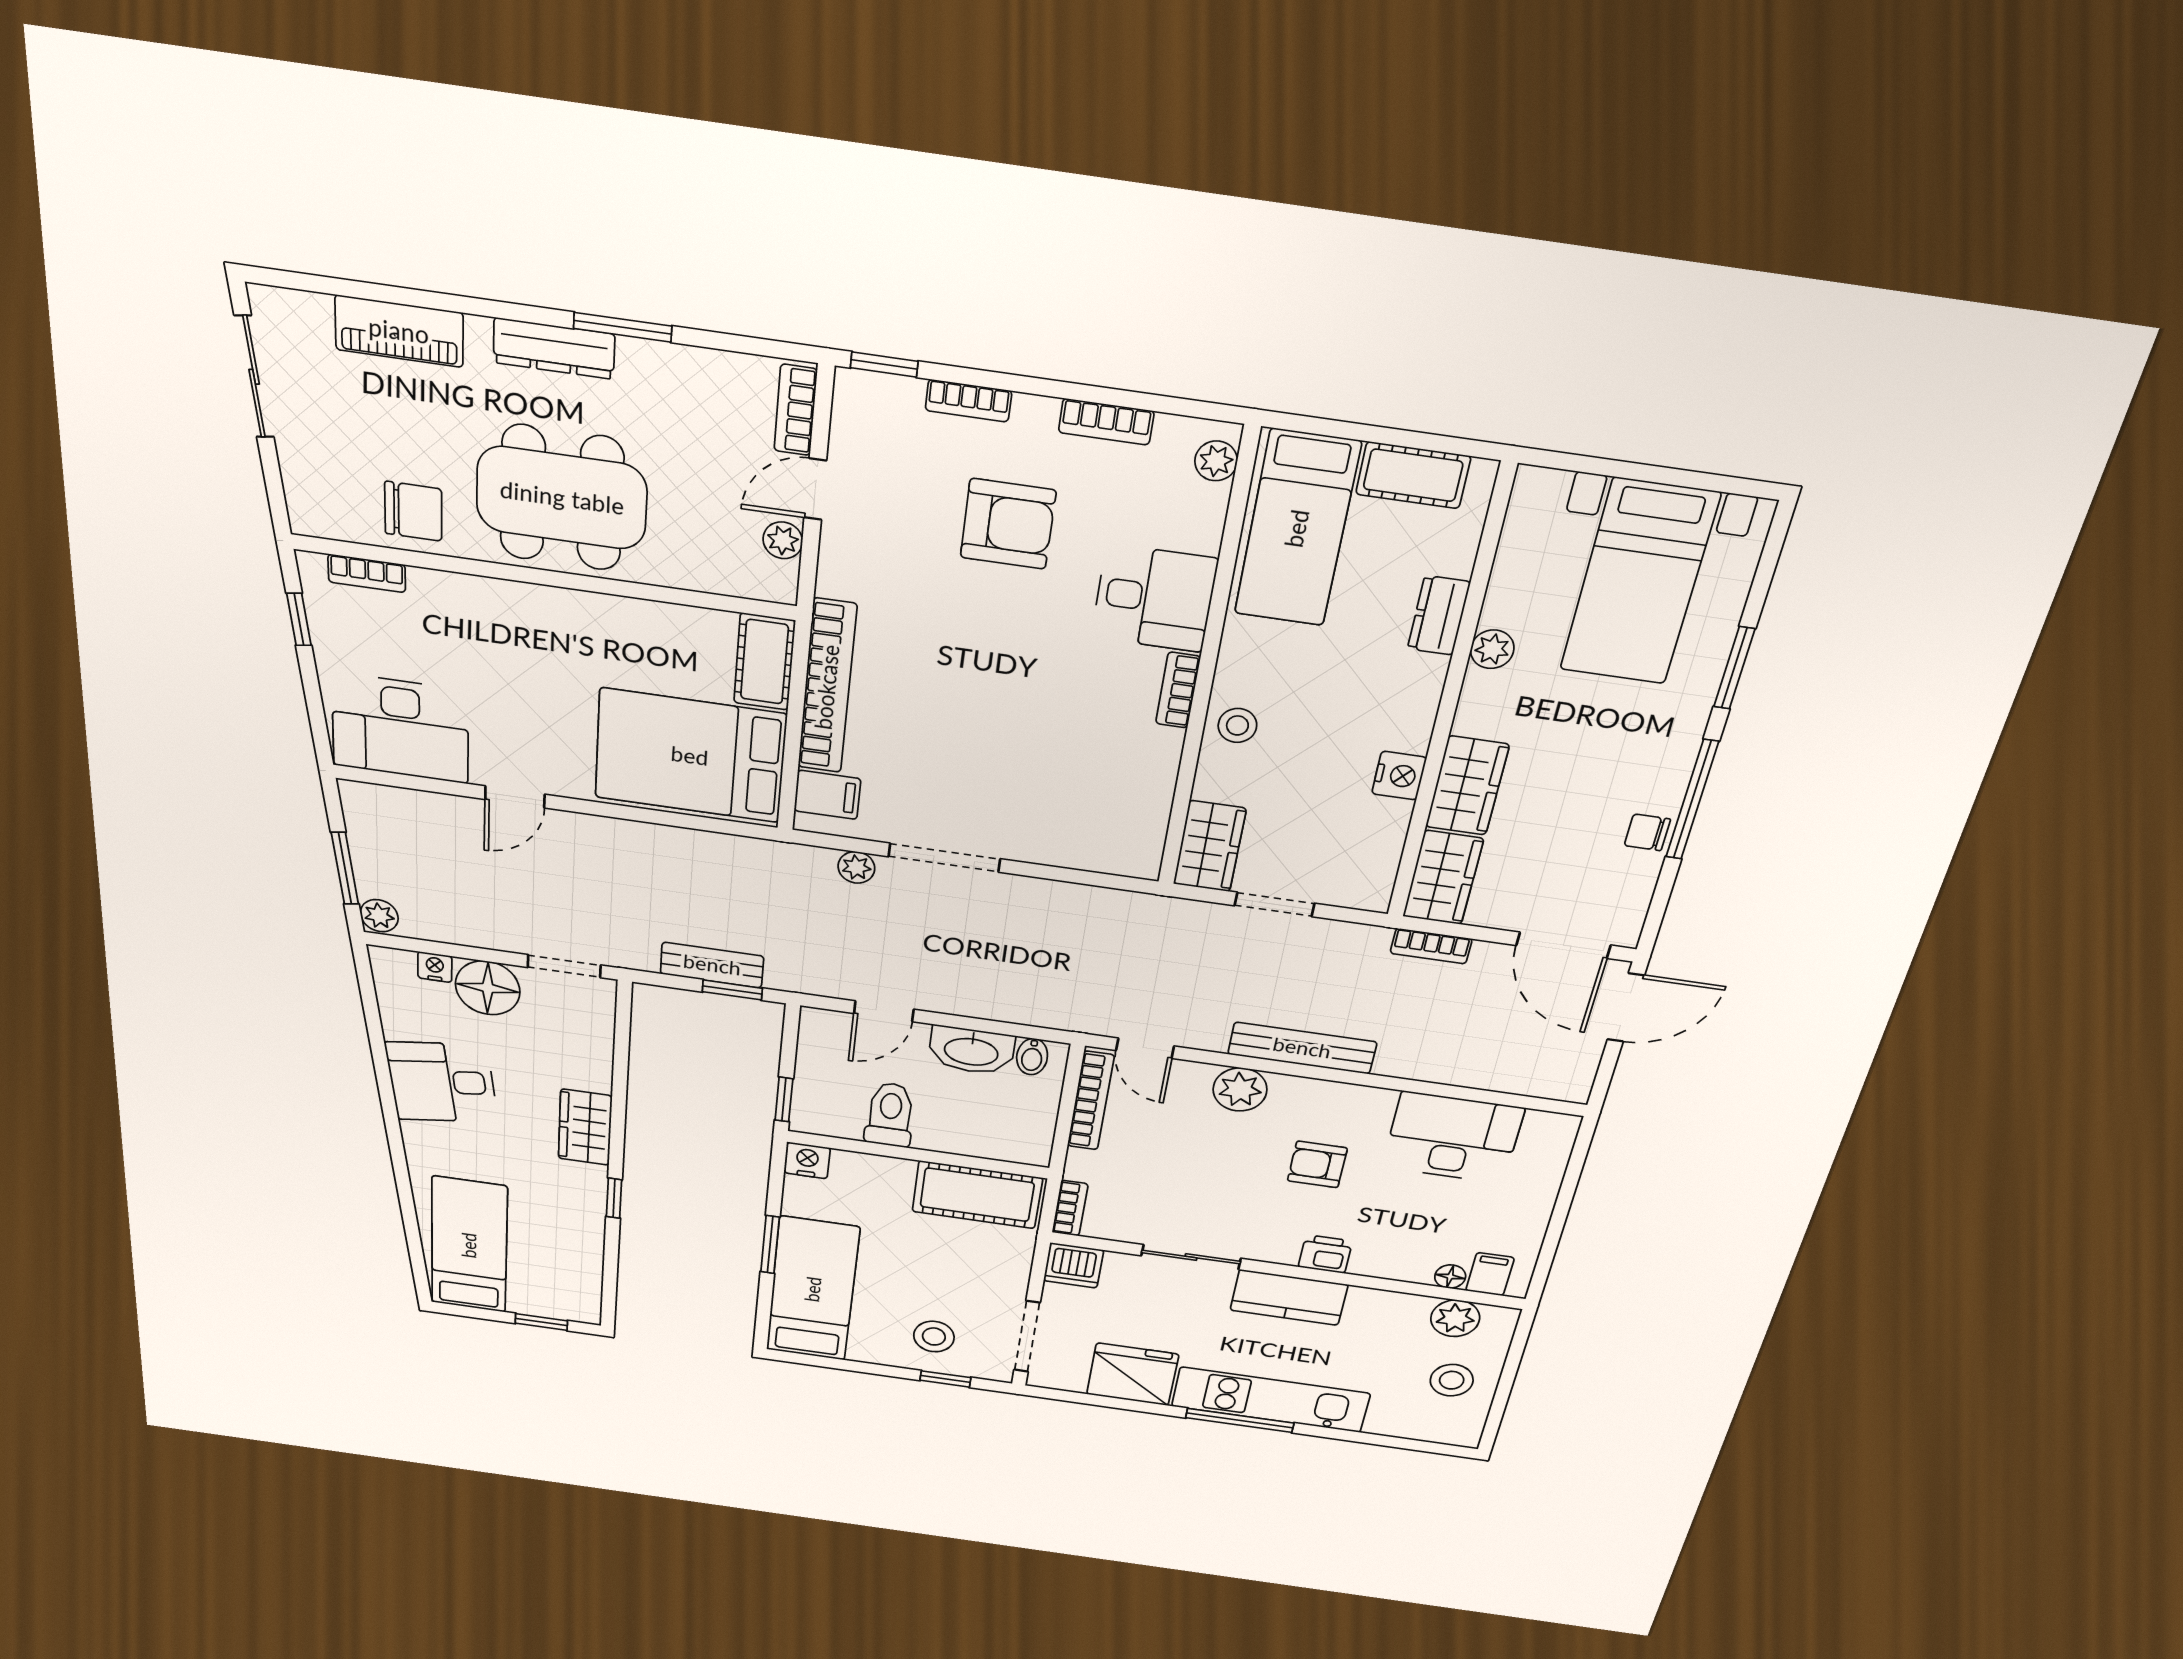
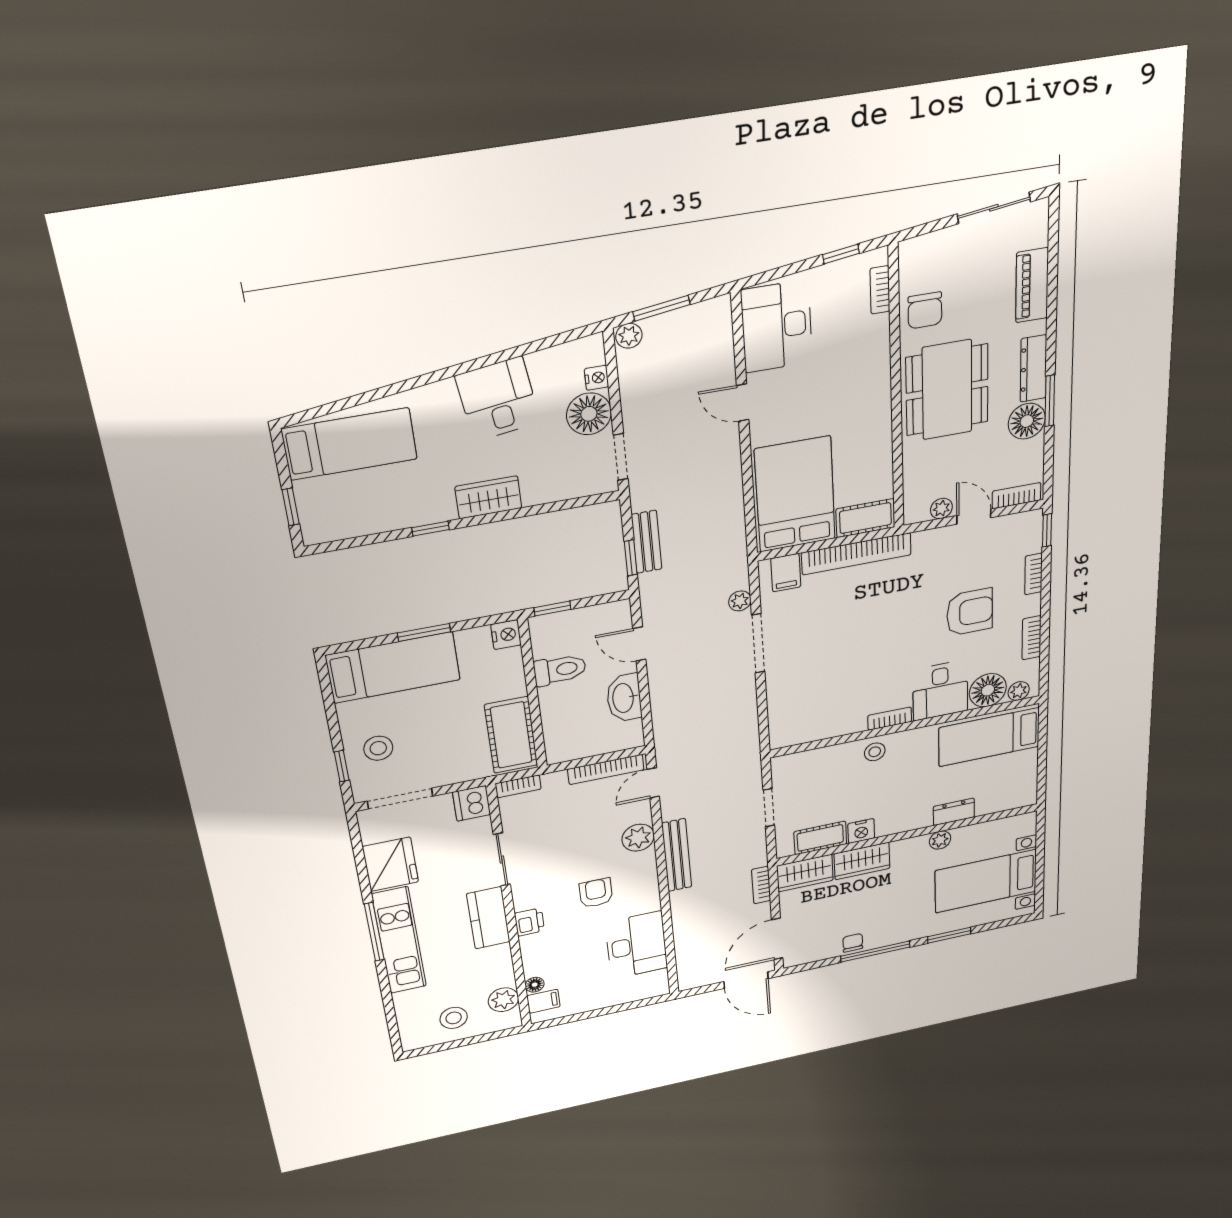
floor lamp: (653, 373) -> (1027, 421), added
cot: (1413, 475) -> (820, 838), moved, turned 90
floor lamp: (1190, 516) -> (988, 690), added
armchair: (1008, 524) -> (970, 612), turned -90
wardrobe: (1210, 846) -> (798, 766), removed
bidet: (1032, 1057) -> (629, 730), removed

